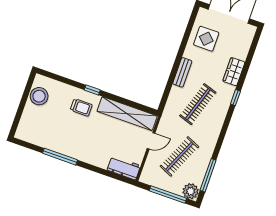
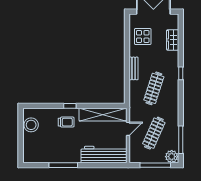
wardrobe: (234, 72) -> (173, 40), moved
workbench: (124, 168) -> (104, 155), width x1.88, depth x1.32

